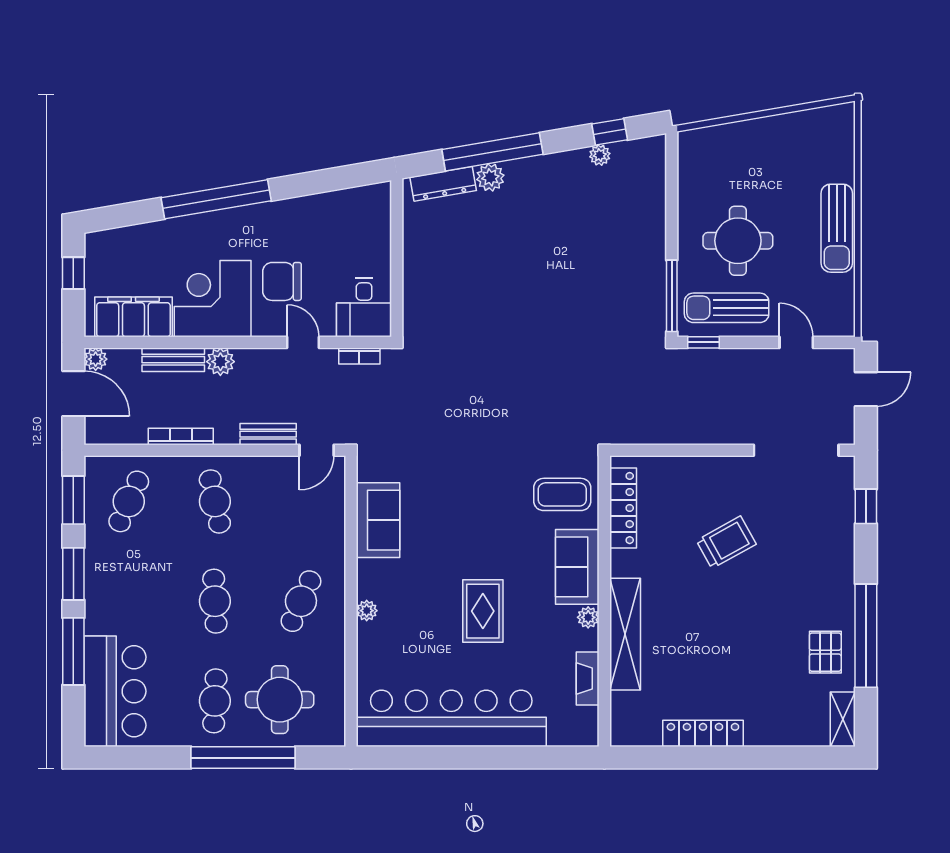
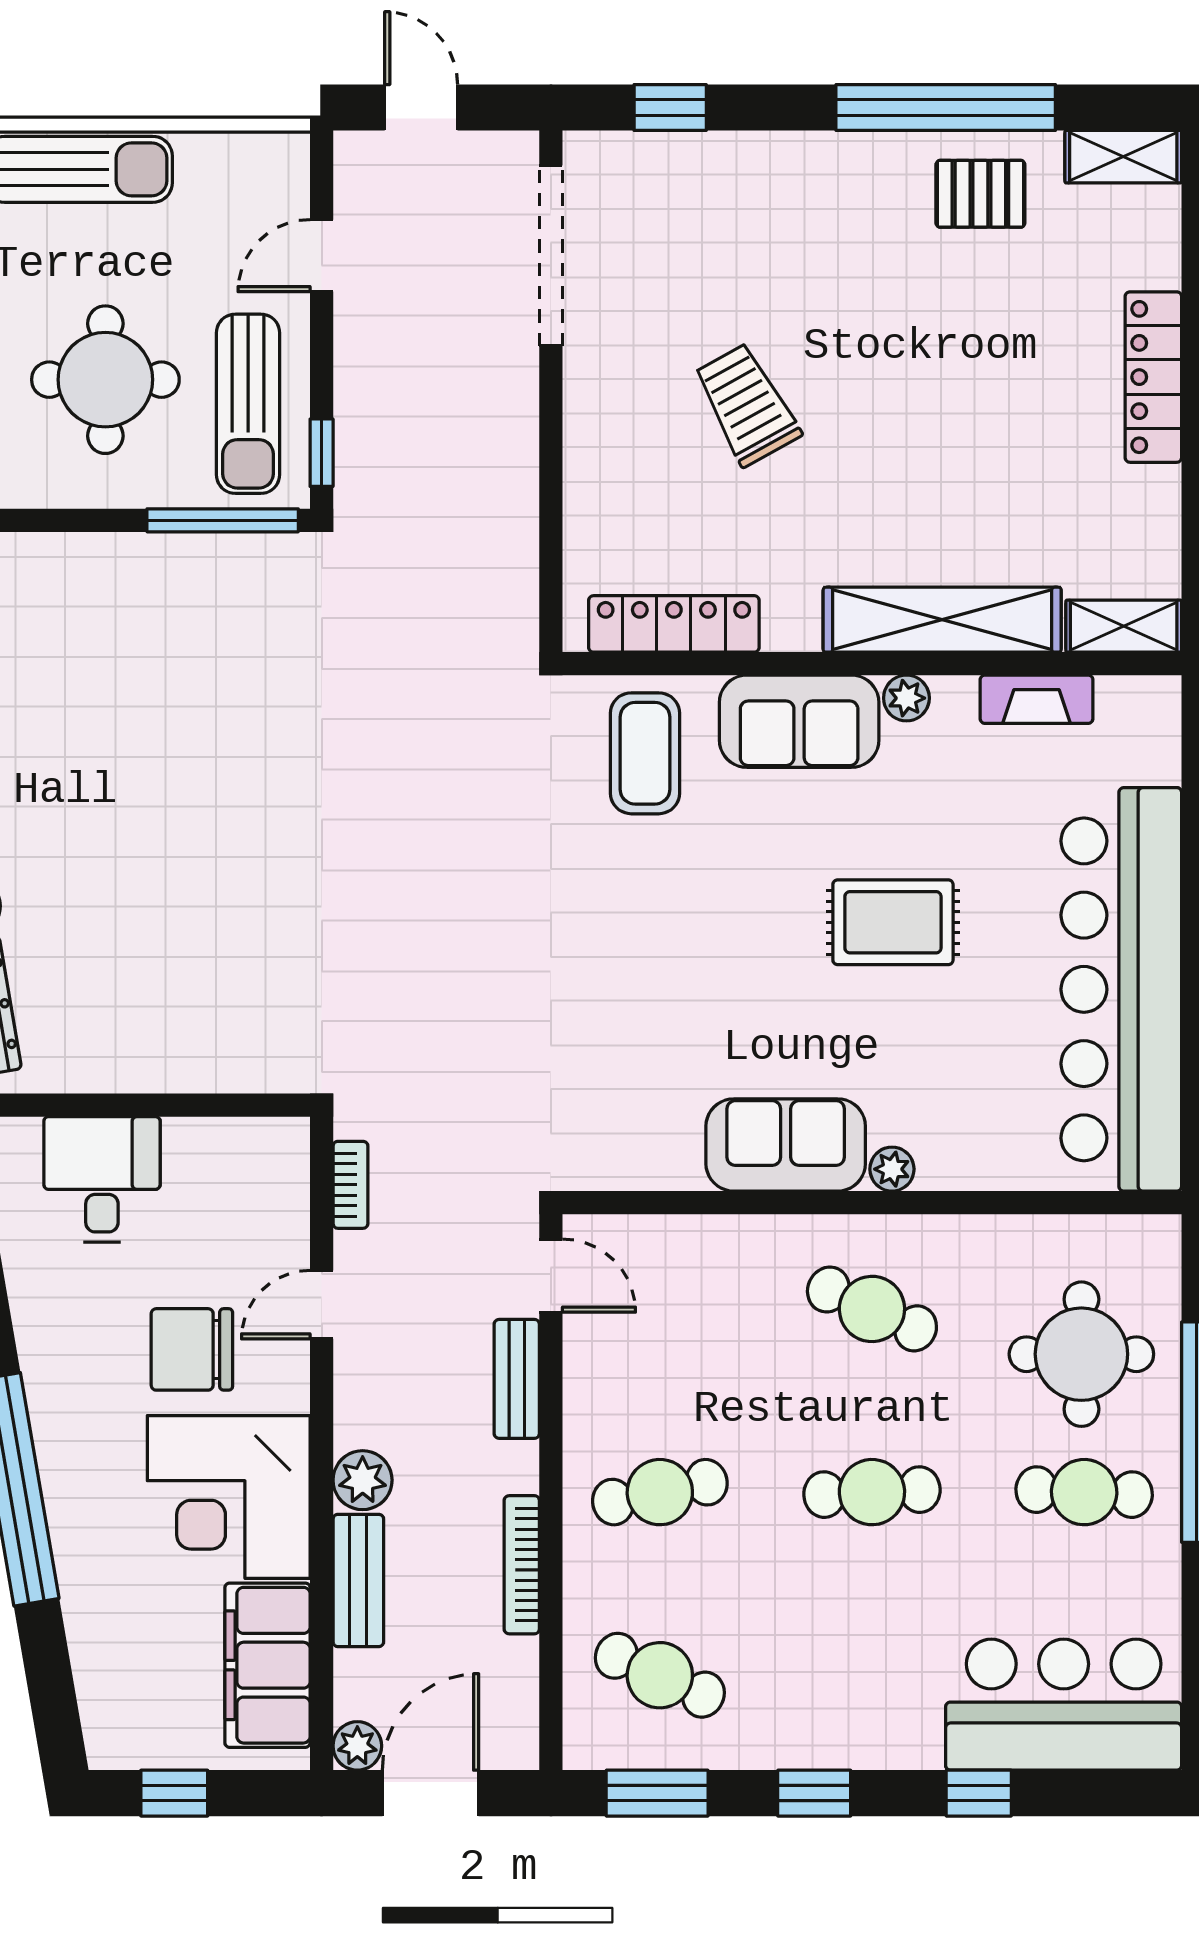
chair: (282, 281) -> (192, 1349), turned 90
desk: (364, 308) -> (102, 1179), moved, turned -90
sofa: (378, 520) -> (786, 1145), moved
window: (73, 574) -> (814, 1793), width x0.67
window: (73, 651) -> (979, 1793), width x0.46
shelving: (622, 720) -> (1124, 626), added
locker: (703, 733) -> (1153, 377), moved

